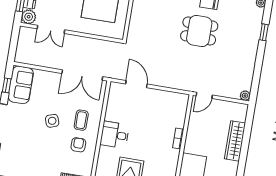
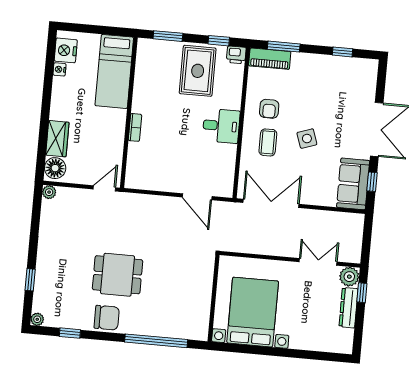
floor lamp: (239, 113) -> (55, 168), added
wardrobe: (235, 141) -> (57, 139), width x0.67

